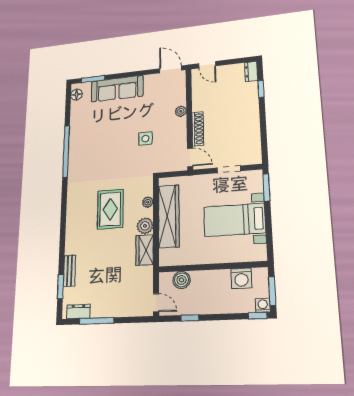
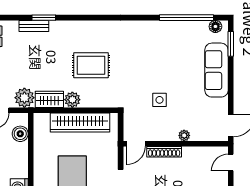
window: (66, 151) -> (186, 18), moved
plant: (148, 202) -> (24, 98), moved, width x1.88, depth x1.88
window: (61, 286) -> (44, 18), moved

